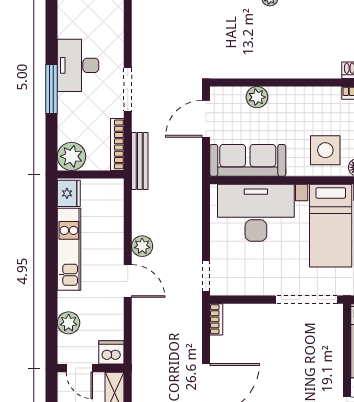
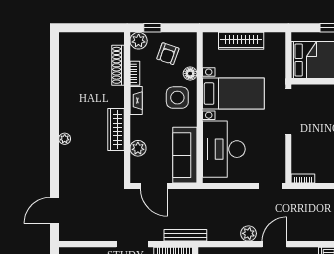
wardrobe: (282, 68) -> (116, 129), added
fireplace: (321, 95) -> (136, 101), added

